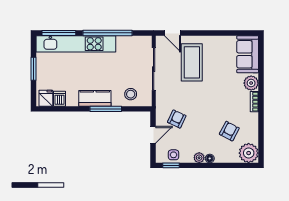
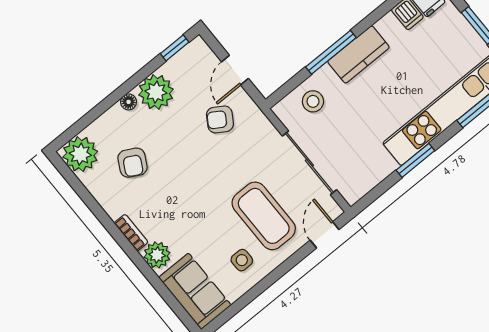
window: (107, 33) -> (415, 160), width x0.47
door: (172, 33) -> (325, 235), hinge flipped
armchair: (177, 119) -> (220, 119), turned 97
side table: (174, 155) -> (242, 260), moved
plant: (199, 158) -> (156, 92), width x1.88, depth x1.88

